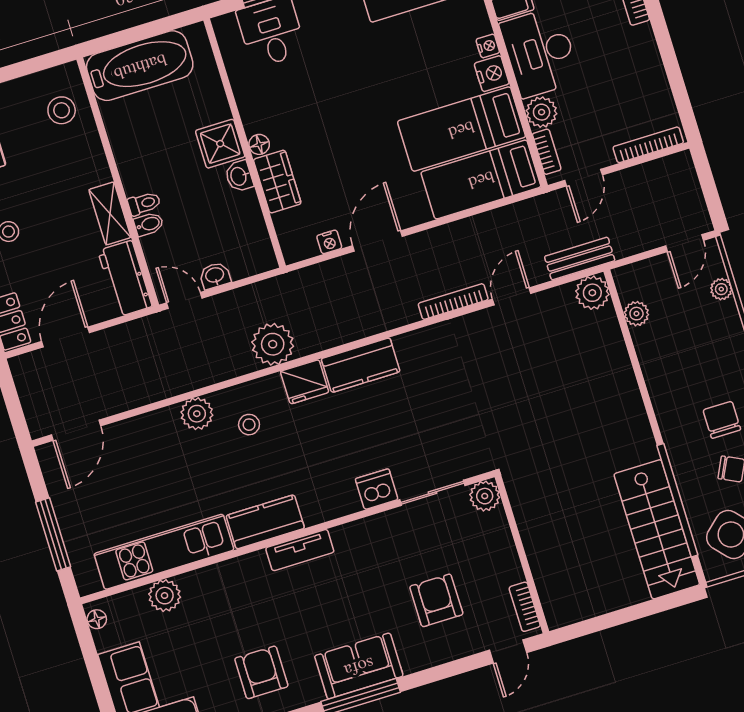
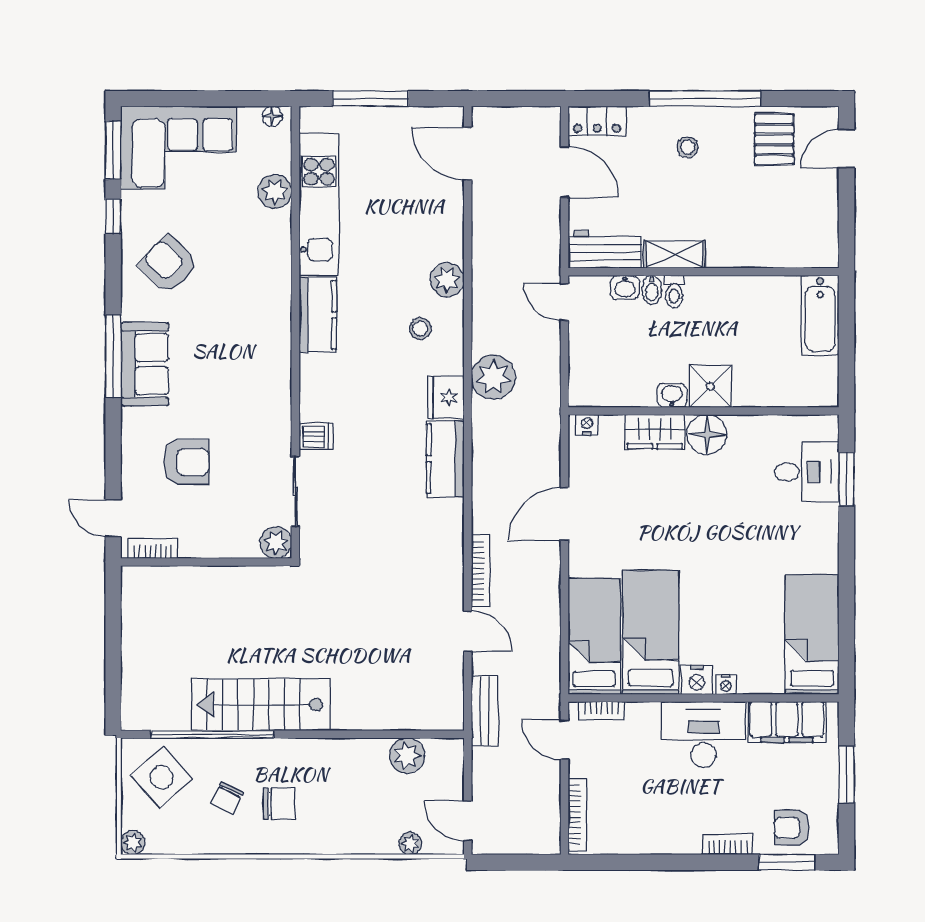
bathtub: (140, 66) -> (820, 315), width x0.73, depth x0.73
stool: (62, 110) -> (793, 238), removed
plant: (542, 112) -> (643, 718), removed
floor lamp: (259, 144) -> (707, 434), width x1.89, depth x1.89
door: (378, 241) -> (564, 514), swing flipped
nightstand: (329, 242) -> (587, 425), moved, turned 90
washbasin: (215, 276) -> (625, 287), moved, turned 90
plant: (592, 293) -> (446, 713), removed
door: (184, 300) -> (564, 302), swing flipped
plant: (636, 314) -> (407, 756), width x1.38, depth x1.38
dishwasher: (377, 489) -> (316, 437), width x0.73
stairs: (657, 529) -> (261, 705), moved
tv unit: (300, 550) -> (279, 341), removed
armchair: (261, 672) -> (168, 265), turned -136

